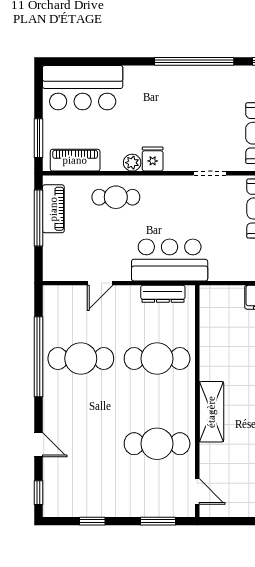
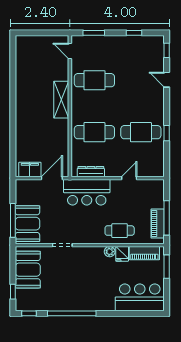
fridge: (153, 159) -> (122, 254), moved
door: (227, 283) -> (52, 178), added
window: (39, 357) -> (167, 133), width x0.32

